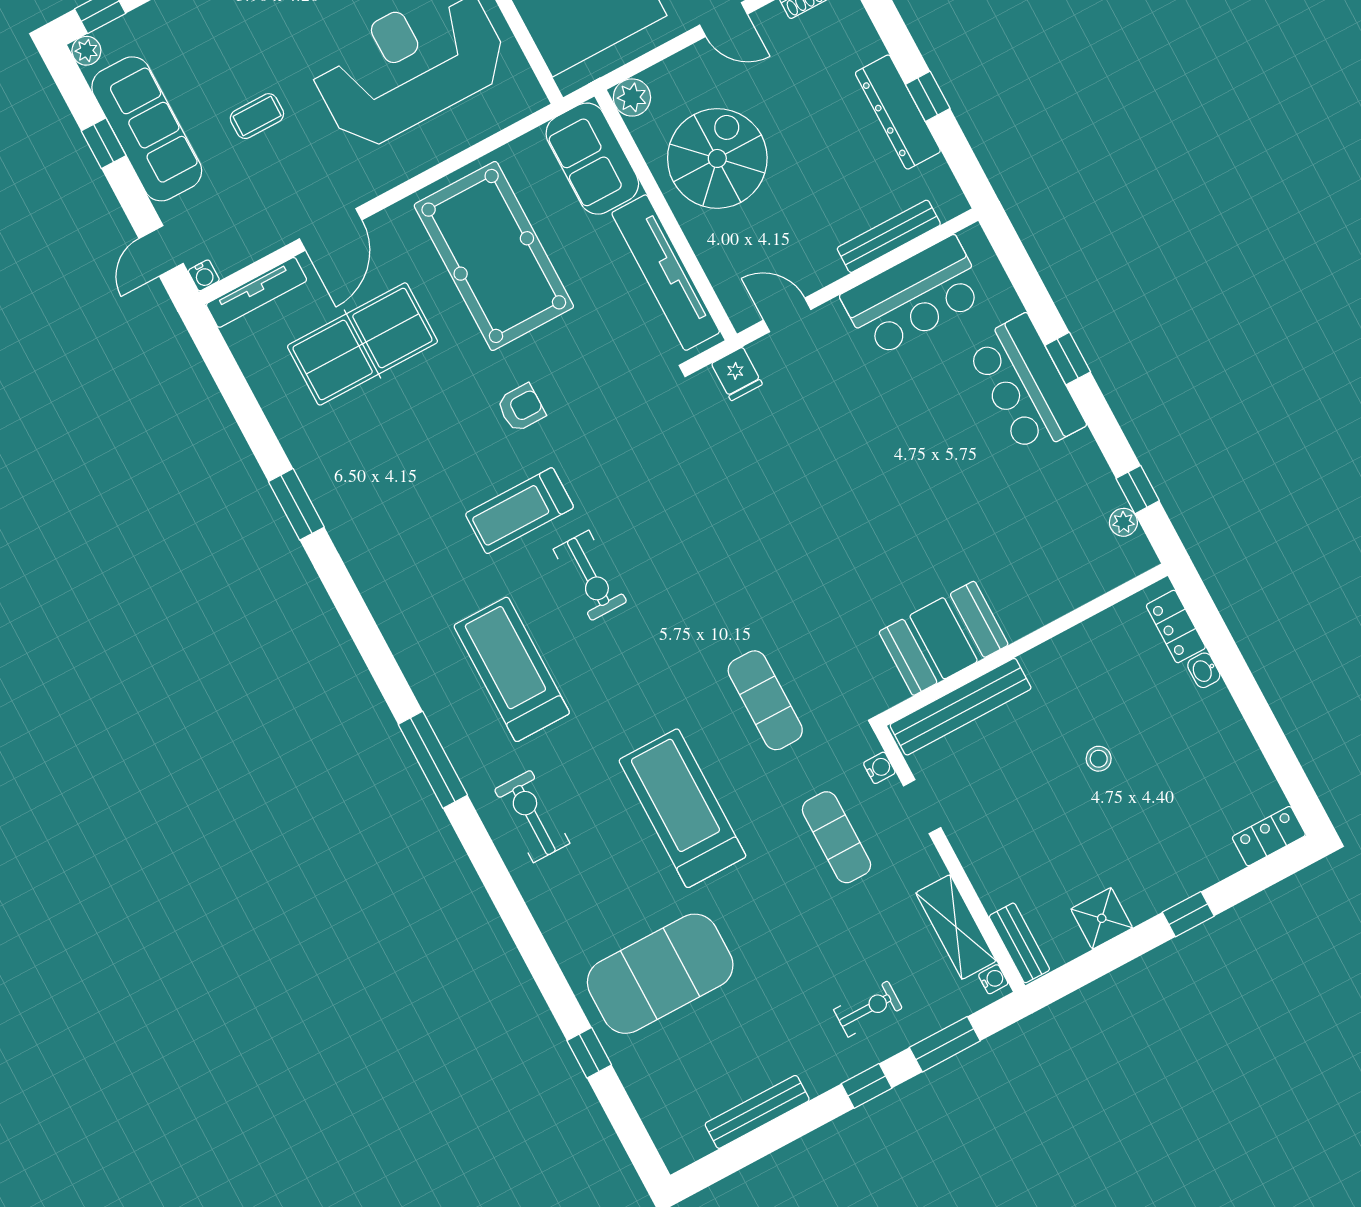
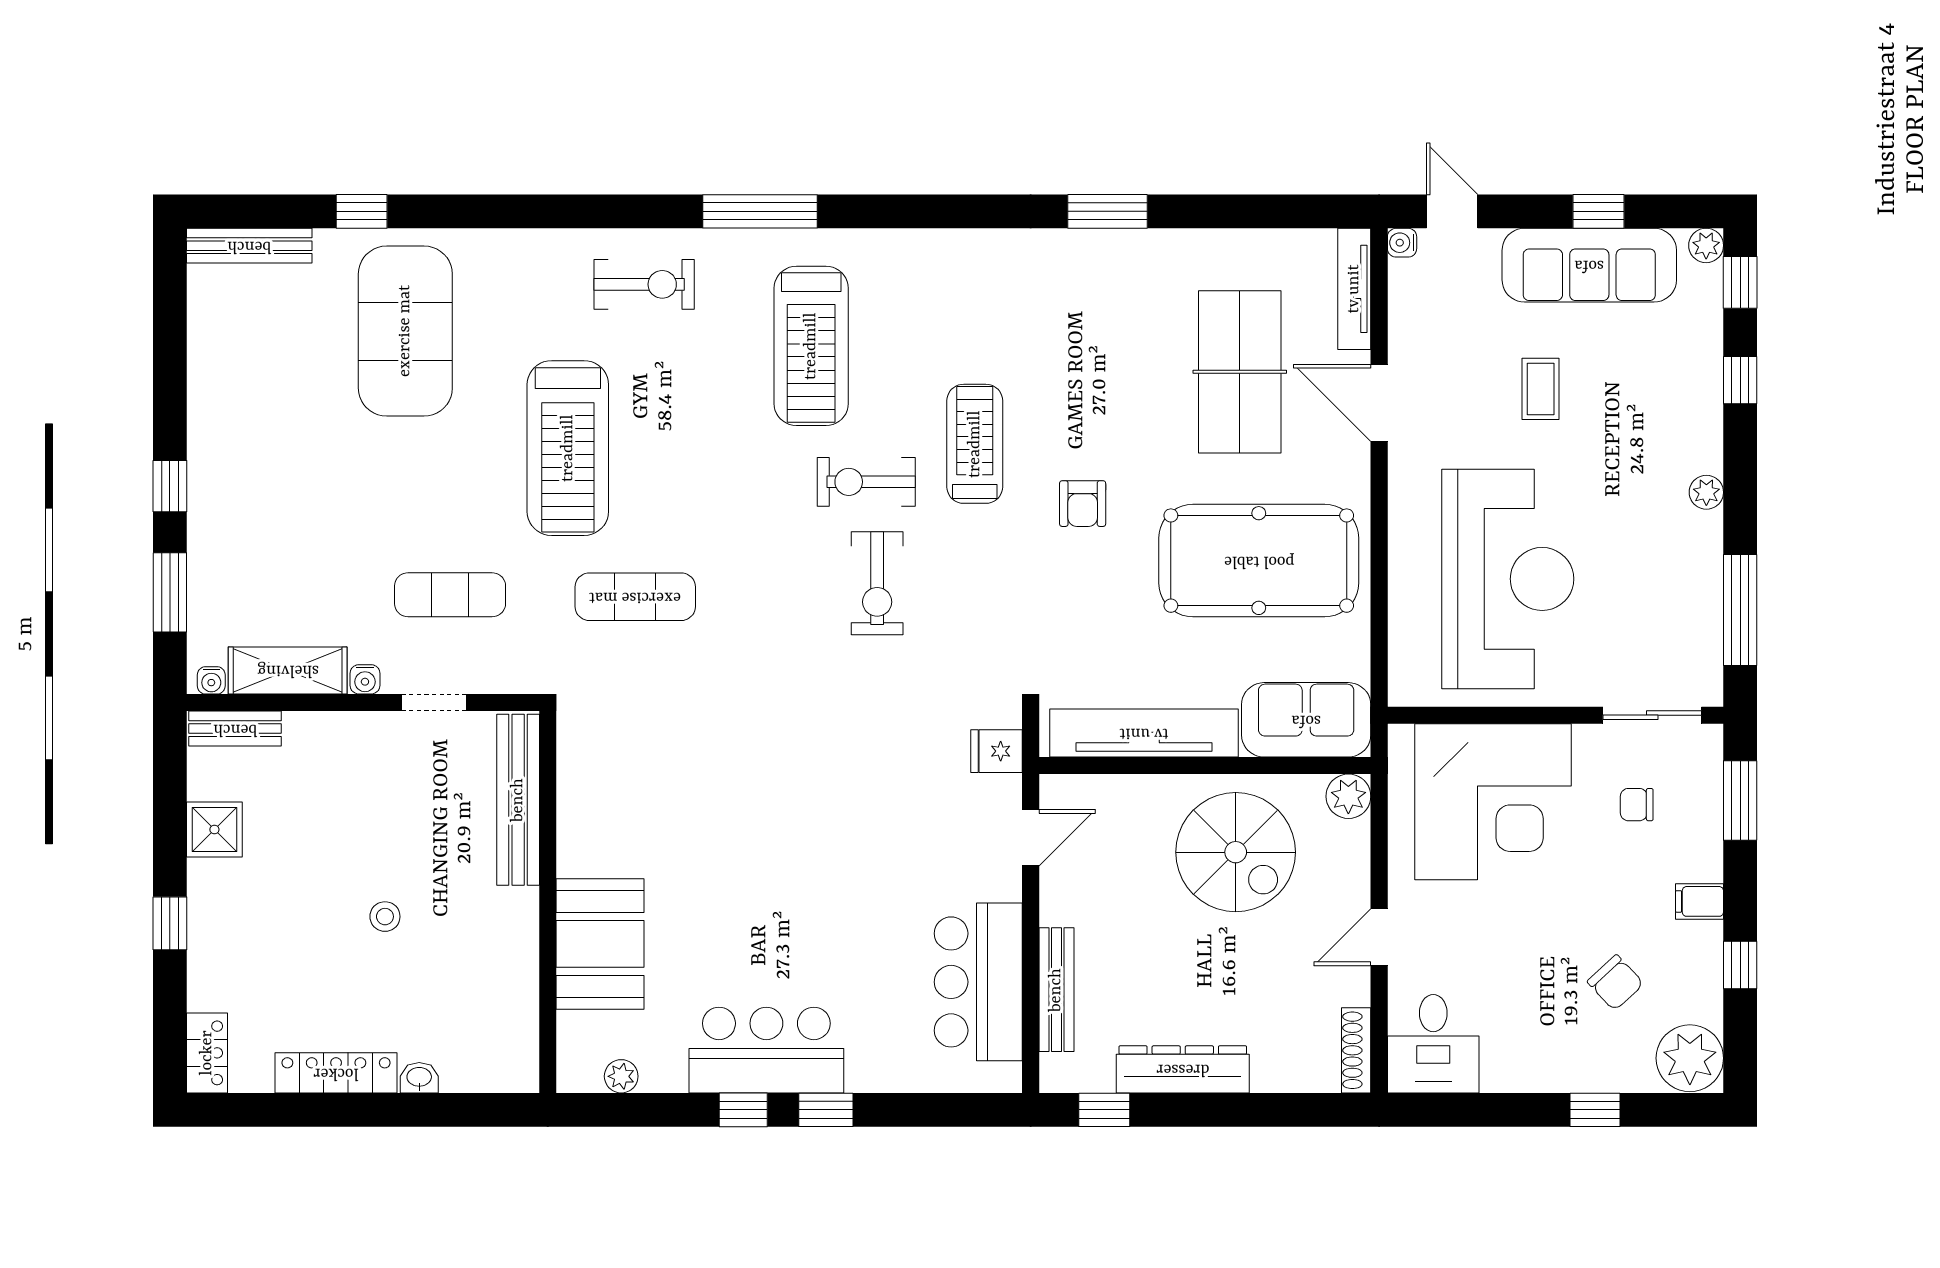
window: (928, 96) -> (1104, 1110), moved
bar counter: (1025, 385) -> (766, 1050), moved
window: (1138, 490) -> (743, 1110), moved
locker: (1176, 626) -> (336, 1073), moved, width x1.53
booth: (944, 638) -> (600, 944), moved
treadmill: (512, 669) -> (811, 346), turned 90
water cooler: (879, 768) -> (365, 679), moved
treadmill: (682, 808) -> (568, 448), turned 90
exercise bike: (868, 1009) -> (877, 583), moved, width x1.38, depth x1.39
bench: (757, 1112) -> (249, 246), moved, turned 90

